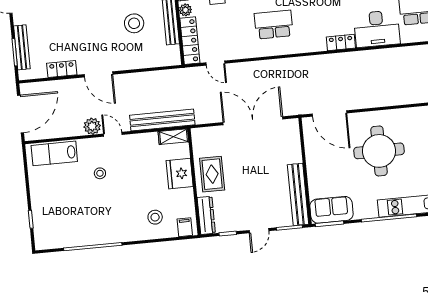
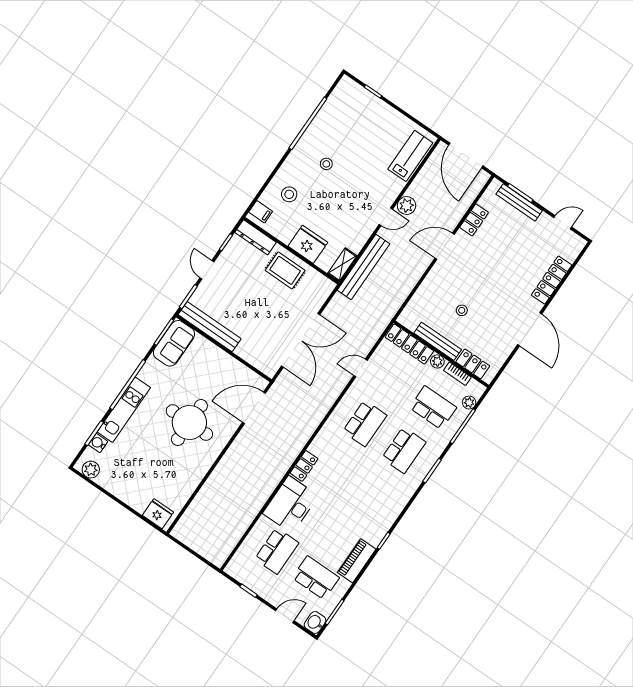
stool: (134, 23) -> (462, 310), width x0.53, depth x0.53
door: (215, 63) -> (361, 368), moved
stool: (100, 173) -> (326, 164), moved

